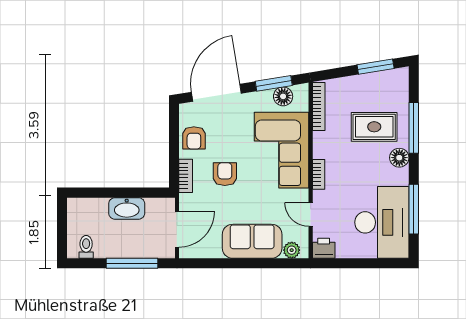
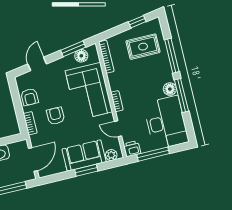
window: (376, 67) -> (137, 22), width x0.67
door: (216, 93) -> (37, 64), width x0.53
rug: (374, 127) -> (143, 47), moved
floor lamp: (399, 158) -> (170, 89), moved
window: (414, 209) -> (181, 96), moved
window: (250, 263) -> (86, 170), added
window: (352, 263) -> (153, 154), added

